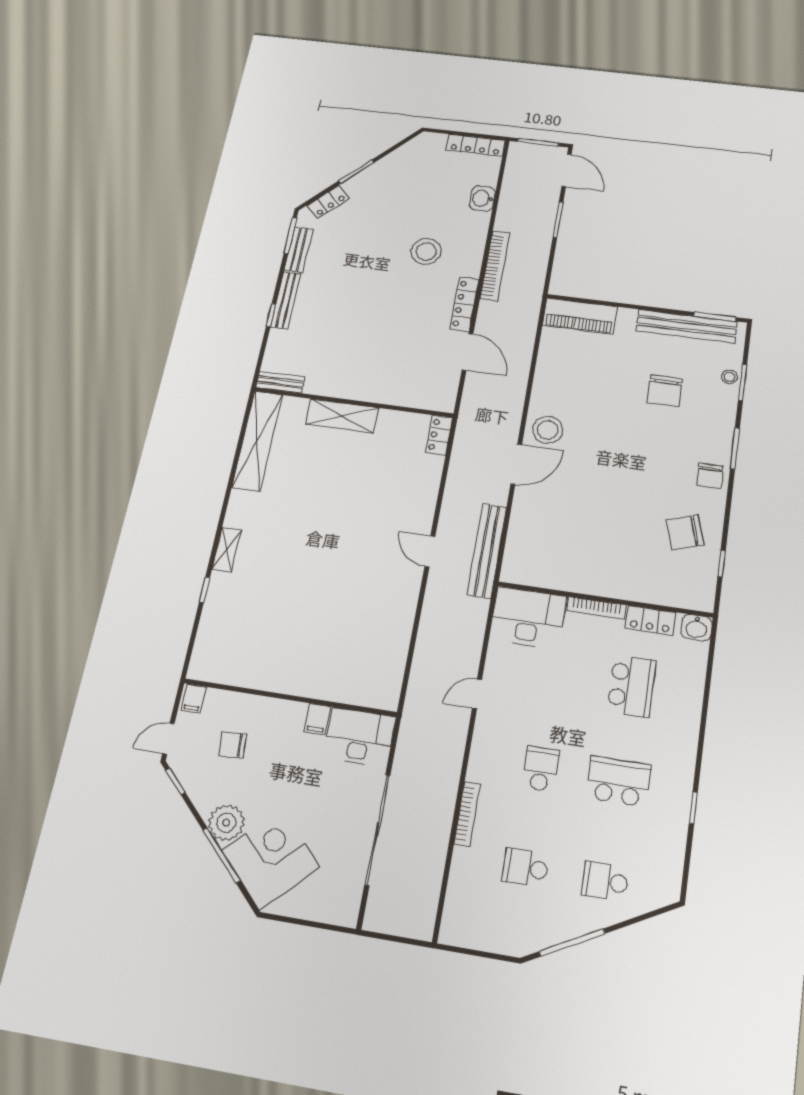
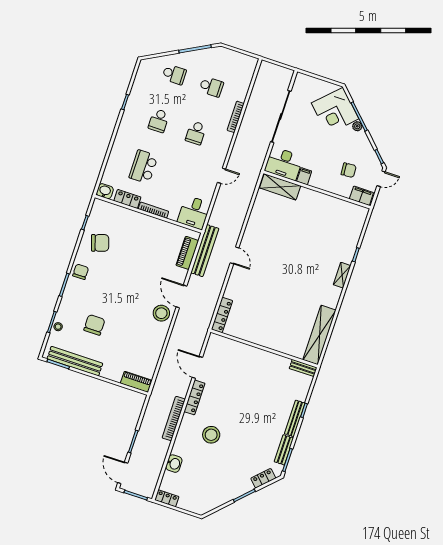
locker: (476, 145) -> (167, 498), width x0.66
piano: (580, 316) -> (136, 382), width x0.73, depth x0.75
shelving: (342, 416) -> (280, 187), moved
locker: (439, 435) -> (222, 315), width x1.53
door: (516, 464) -> (181, 296), hinge flipped
piano: (519, 541) -> (187, 253), added
desk: (528, 618) -> (194, 213), width x0.73
filing cabinet: (194, 698) -> (361, 196), width x2.00
school desk: (619, 781) -> (159, 121), width x0.54
plant: (226, 823) -> (357, 126), width x0.53, depth x0.53

